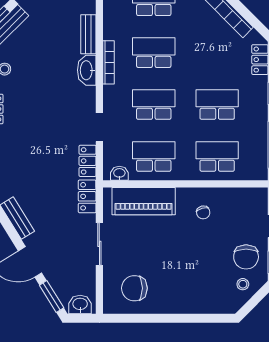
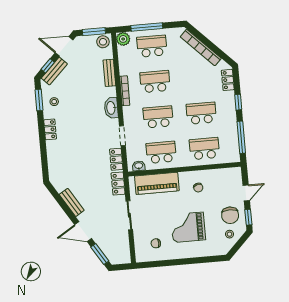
washbasin: (87, 70) -> (111, 108), moved
grand piano: (184, 269) -> (188, 227), added
chair: (134, 288) -> (156, 243), width x0.54, depth x0.54
washbasin: (80, 304) -> (120, 258), removed

